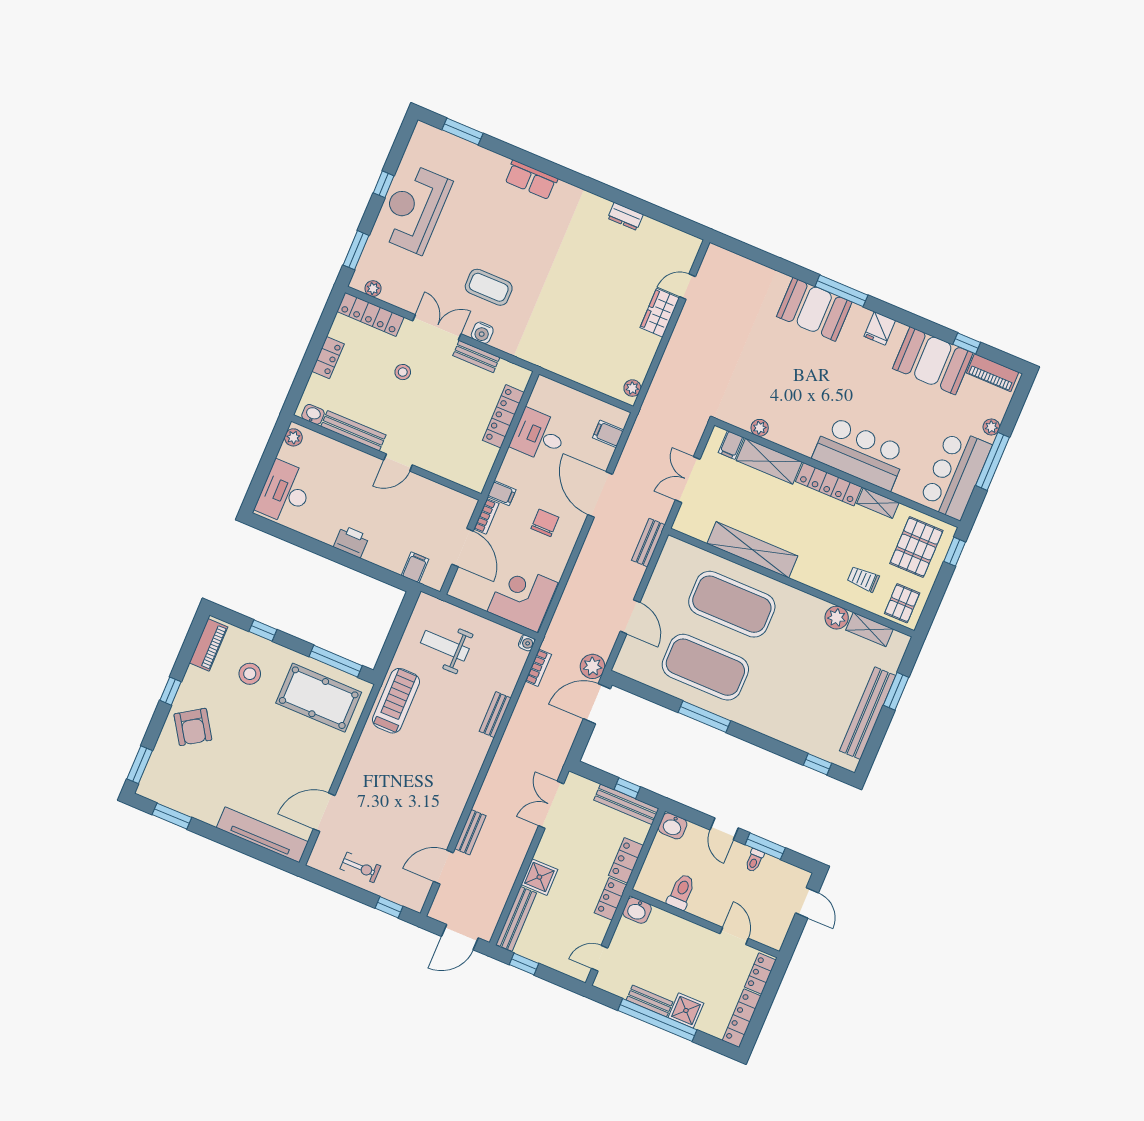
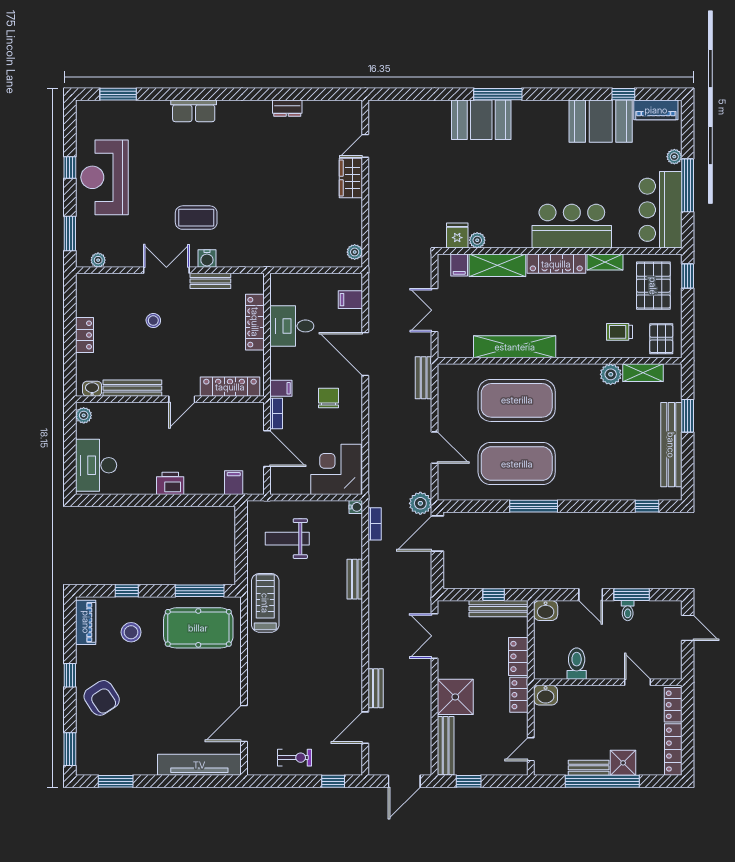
locker: (370, 314) -> (230, 387), moved, turned 180
fridge: (880, 328) -> (457, 236), moved, turned 180
shower: (539, 877) -> (455, 697), width x1.36, depth x1.36

